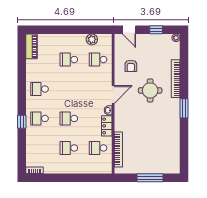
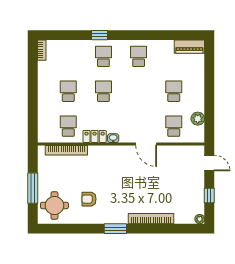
door: (129, 30) -> (209, 163), swing flipped
armchair: (131, 66) -> (89, 199), moved
round table: (150, 90) -> (54, 206), moved
door: (113, 94) -> (146, 144), moved

